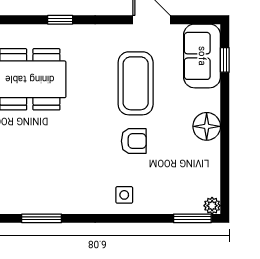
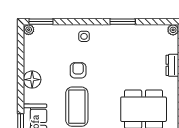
armchair: (134, 141) -> (78, 70), turned 90
window: (42, 218) -> (123, 22), moved

